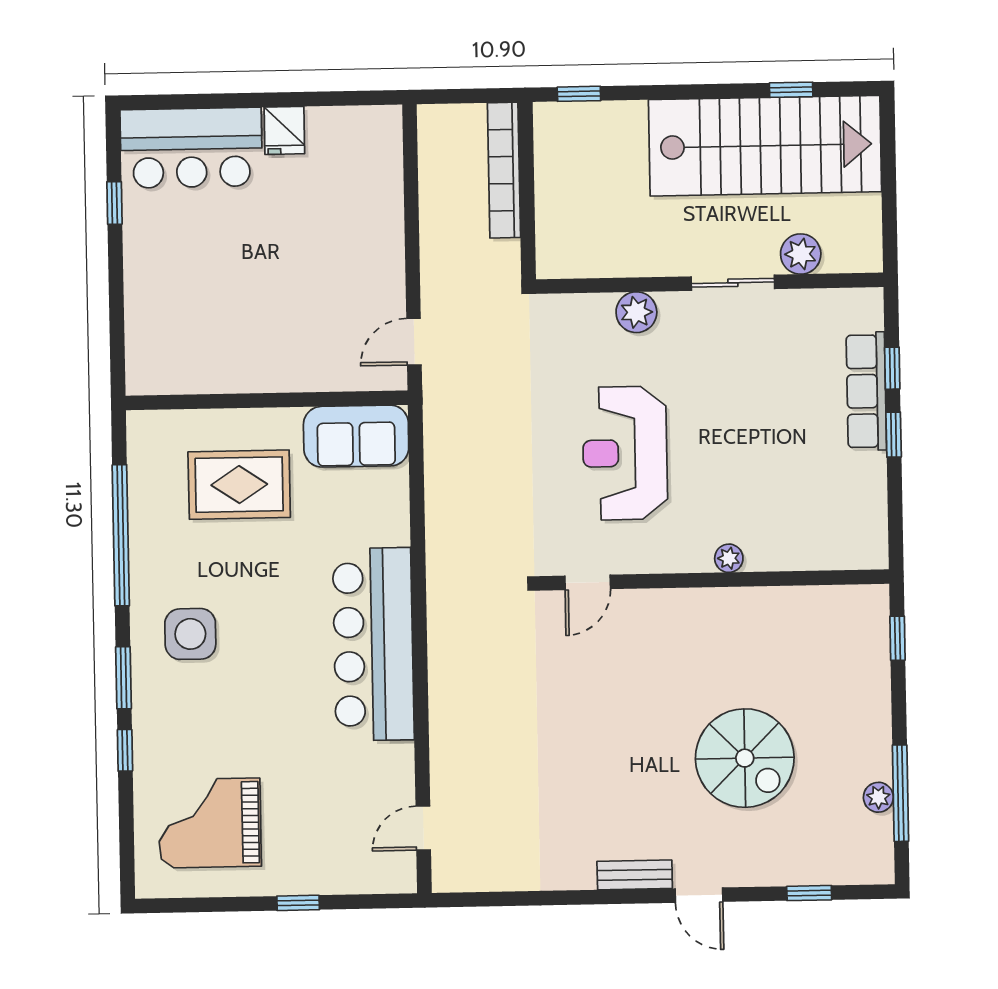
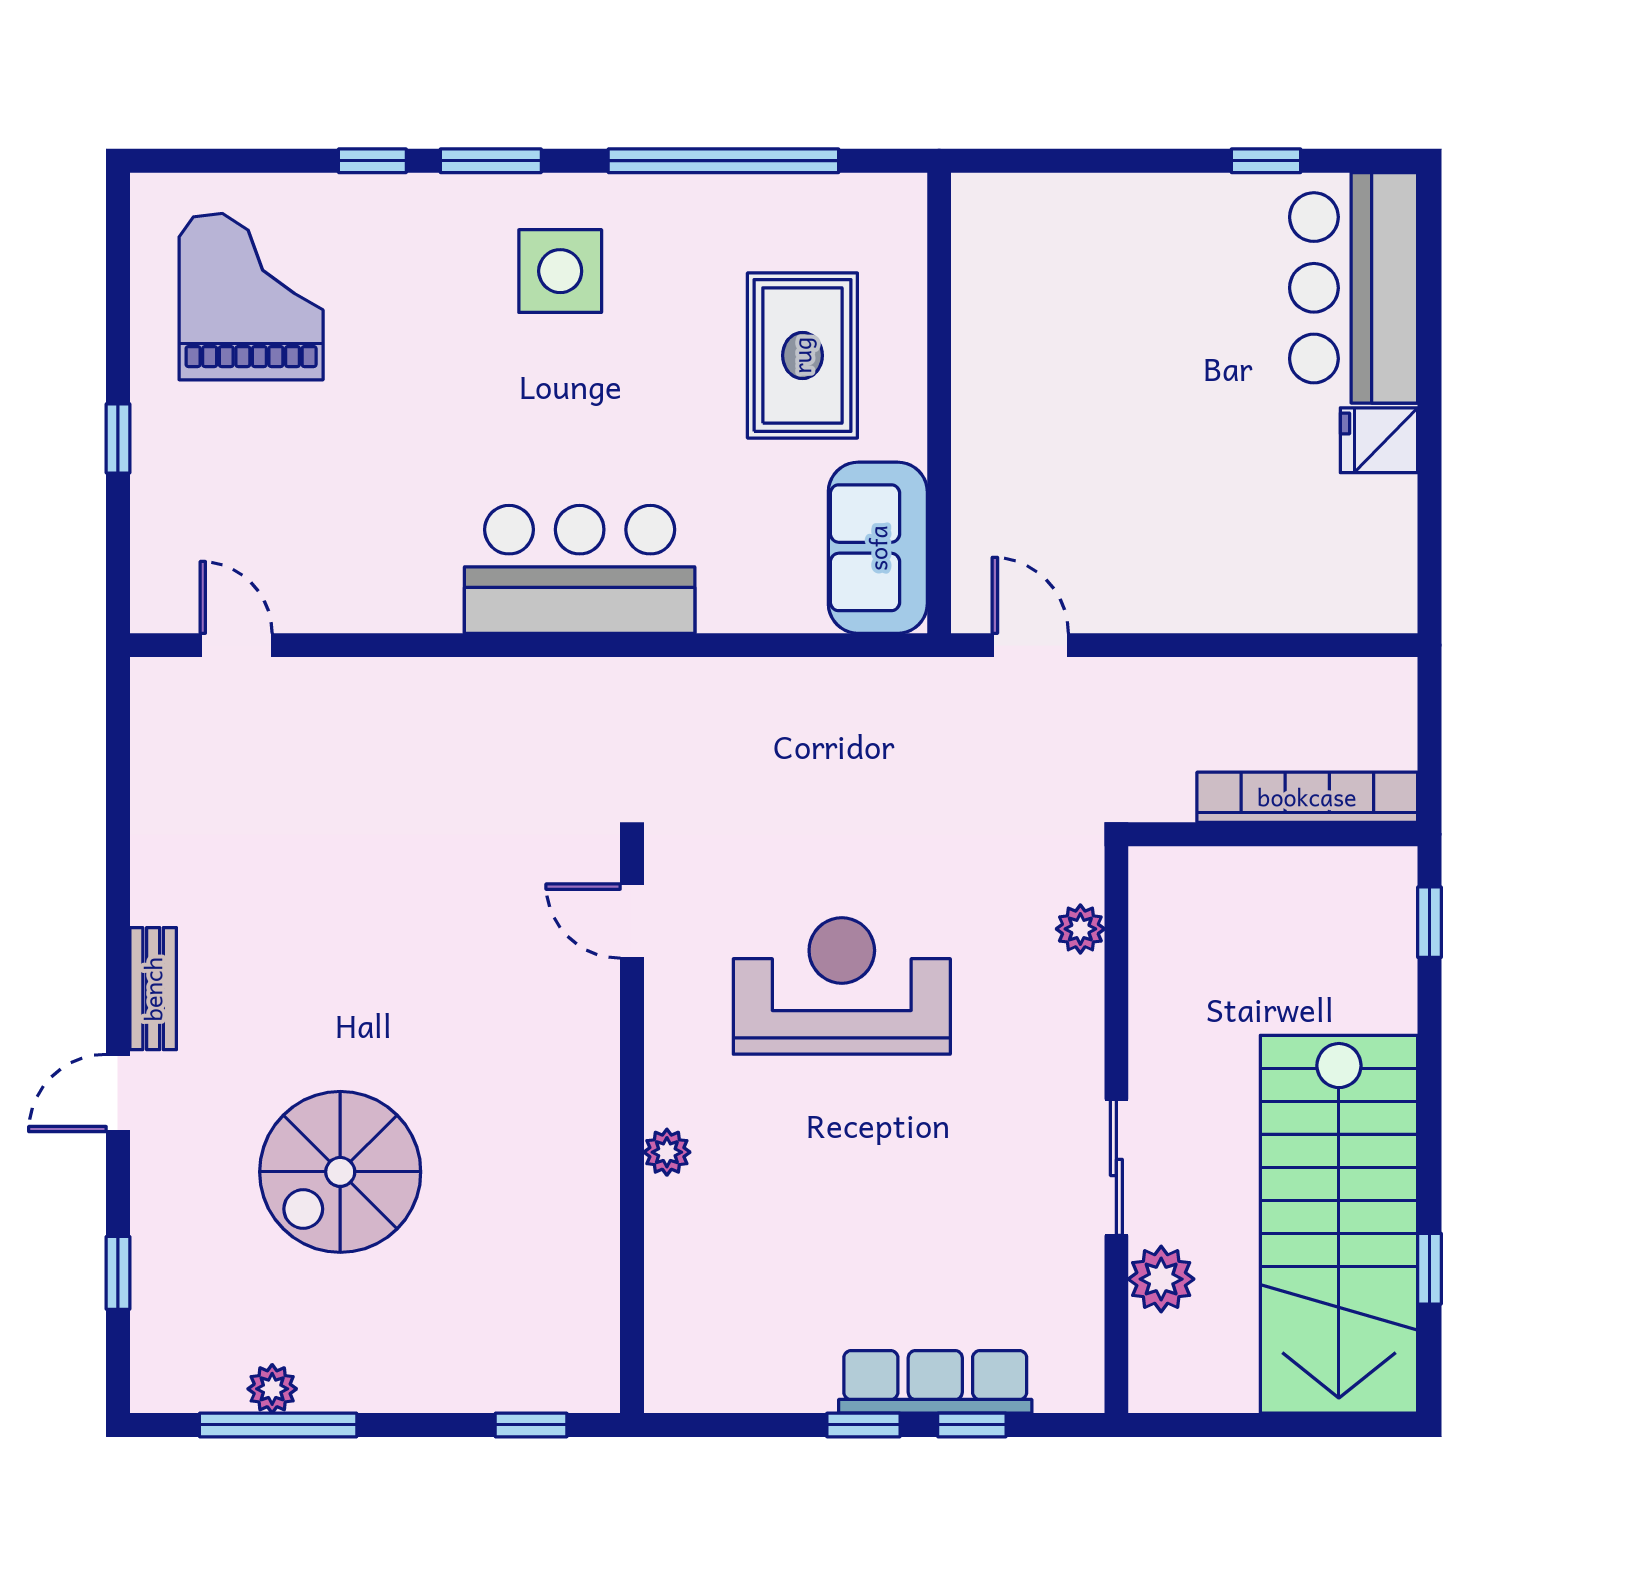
plant: (636, 312) -> (1080, 929), moved, width x0.73, depth x0.73
bar counter: (373, 644) -> (580, 569), width x0.73

